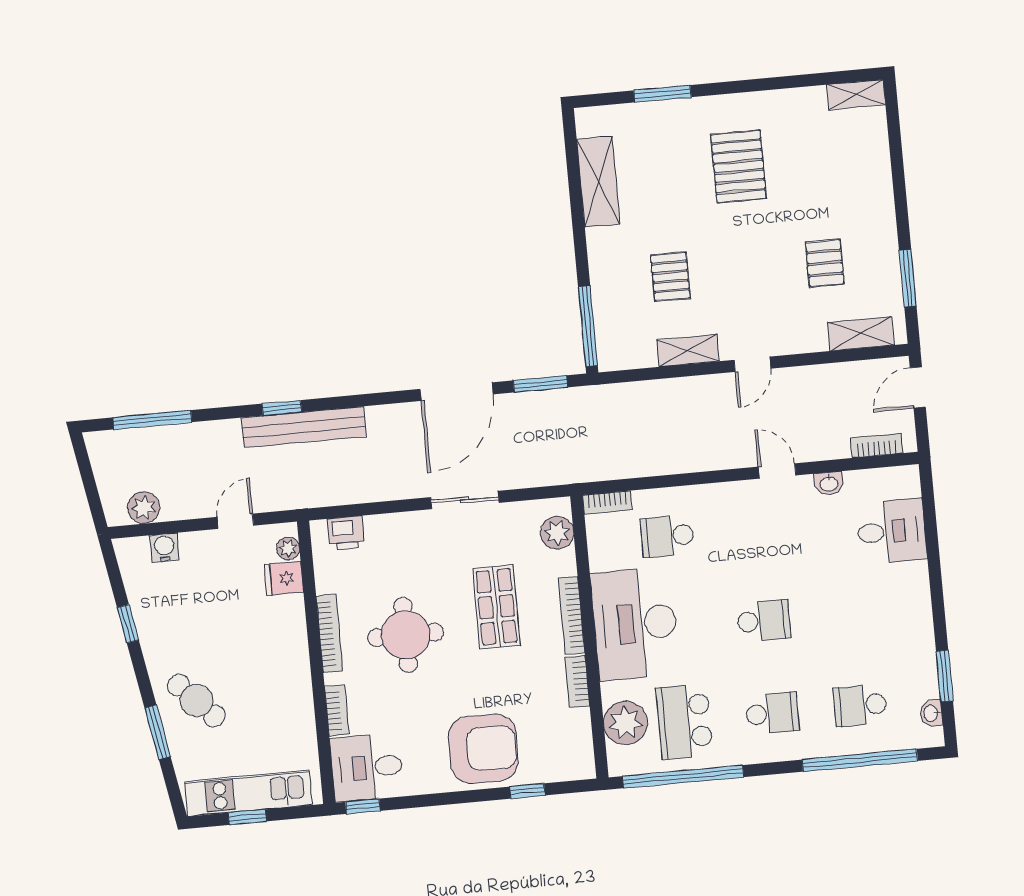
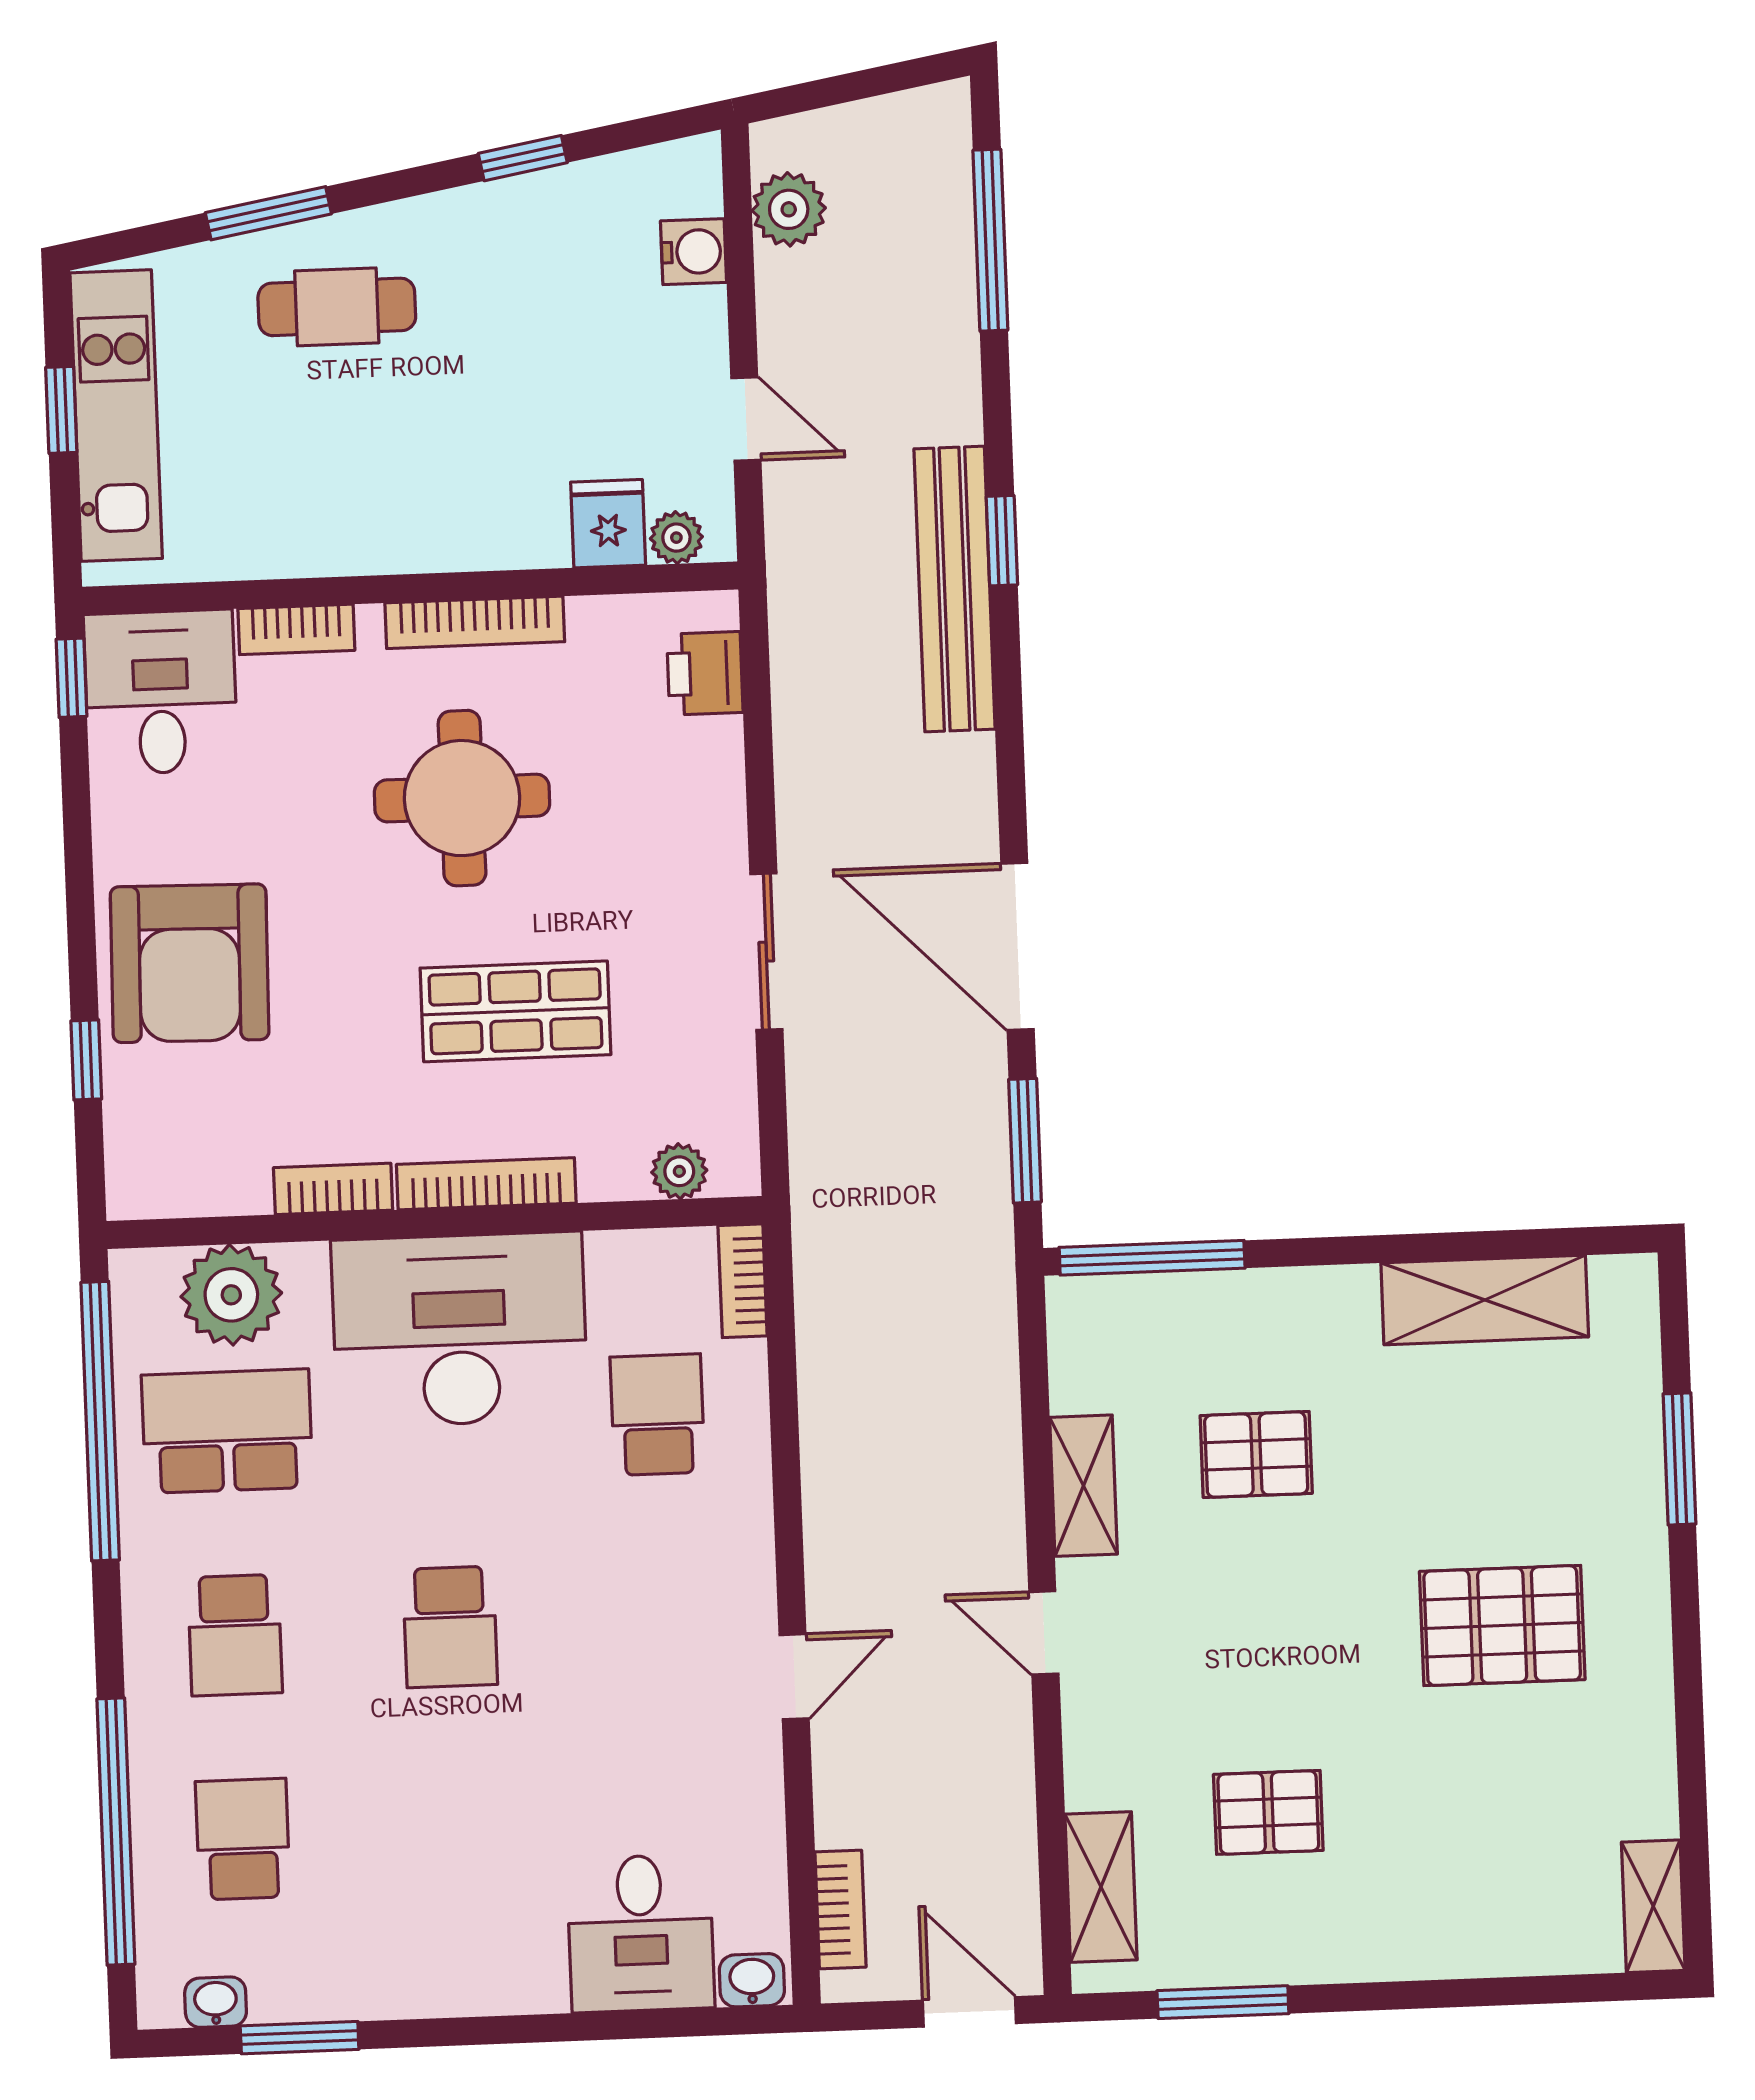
washbasin: (829, 484) -> (752, 1980), moved, turned 90
plant: (557, 533) -> (679, 1171), width x0.73, depth x0.73
cafe table: (196, 700) -> (337, 307), turned 44

